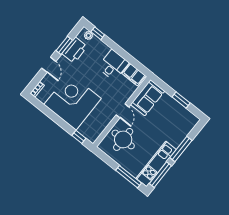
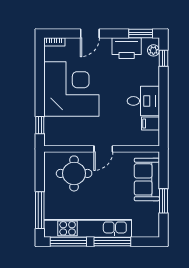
window: (64, 45) -> (141, 34), moved
filing cabinet: (134, 75) -> (150, 124), width x0.50
sofa: (148, 98) -> (147, 179), moved, turned 90
kitchen unit: (156, 164) -> (88, 228), width x1.36

